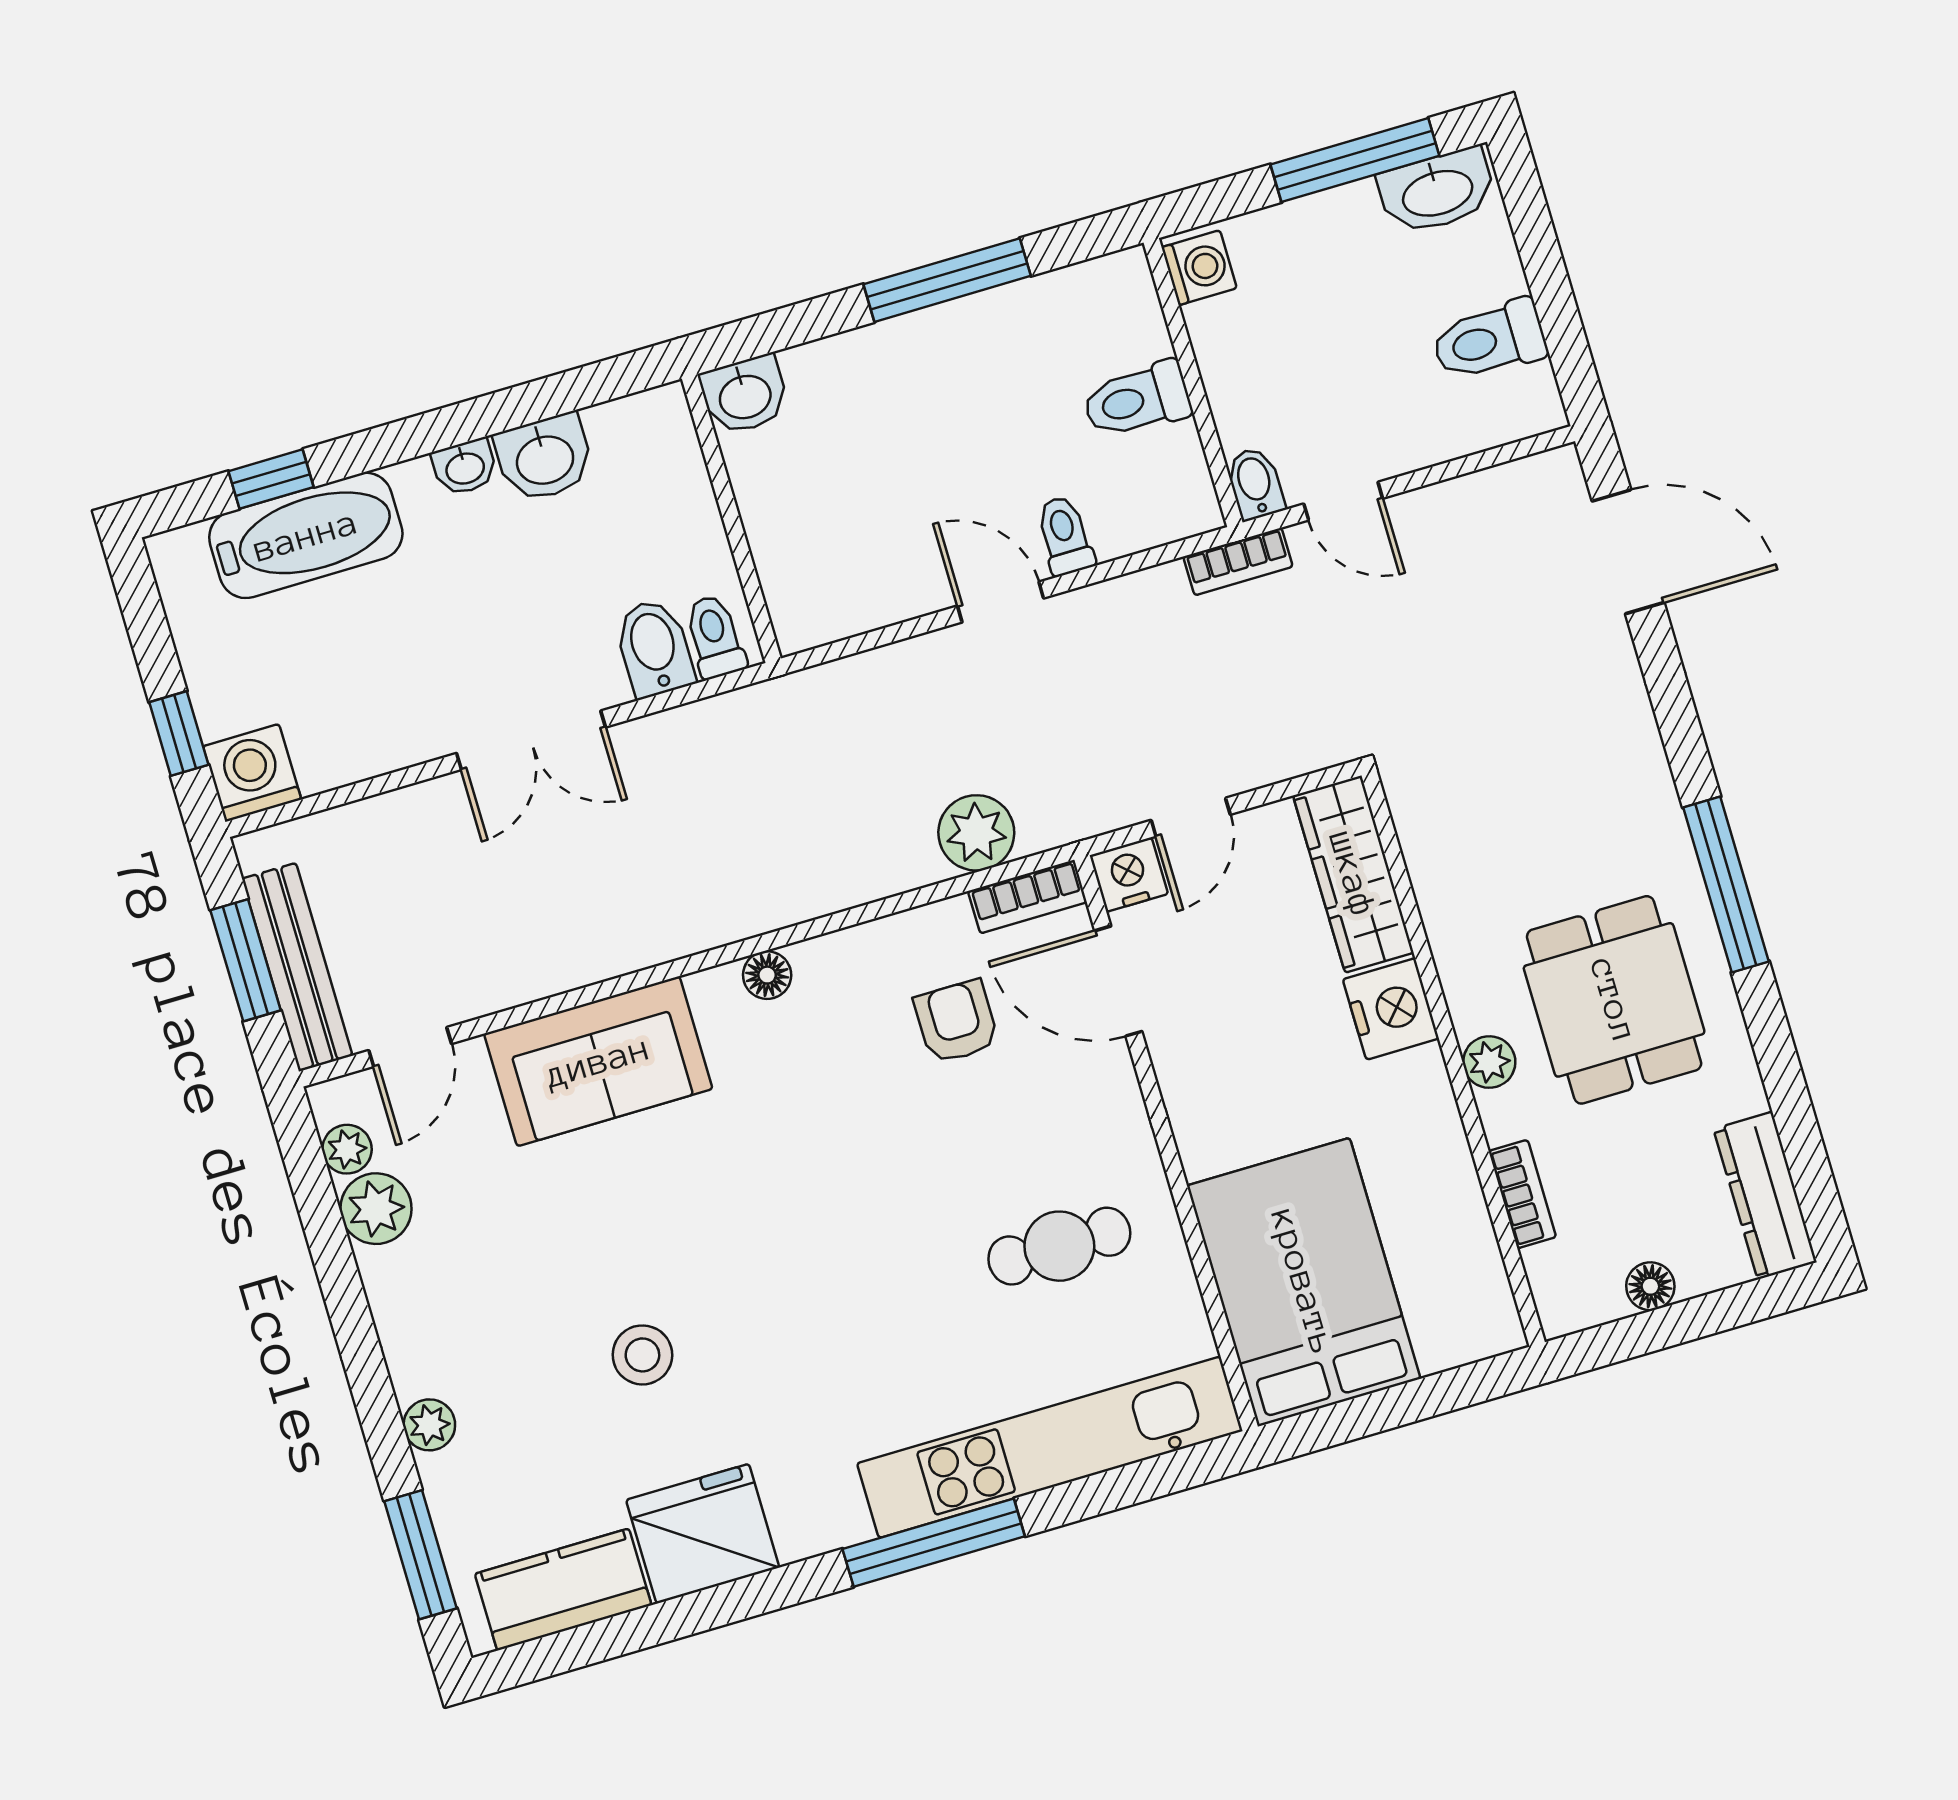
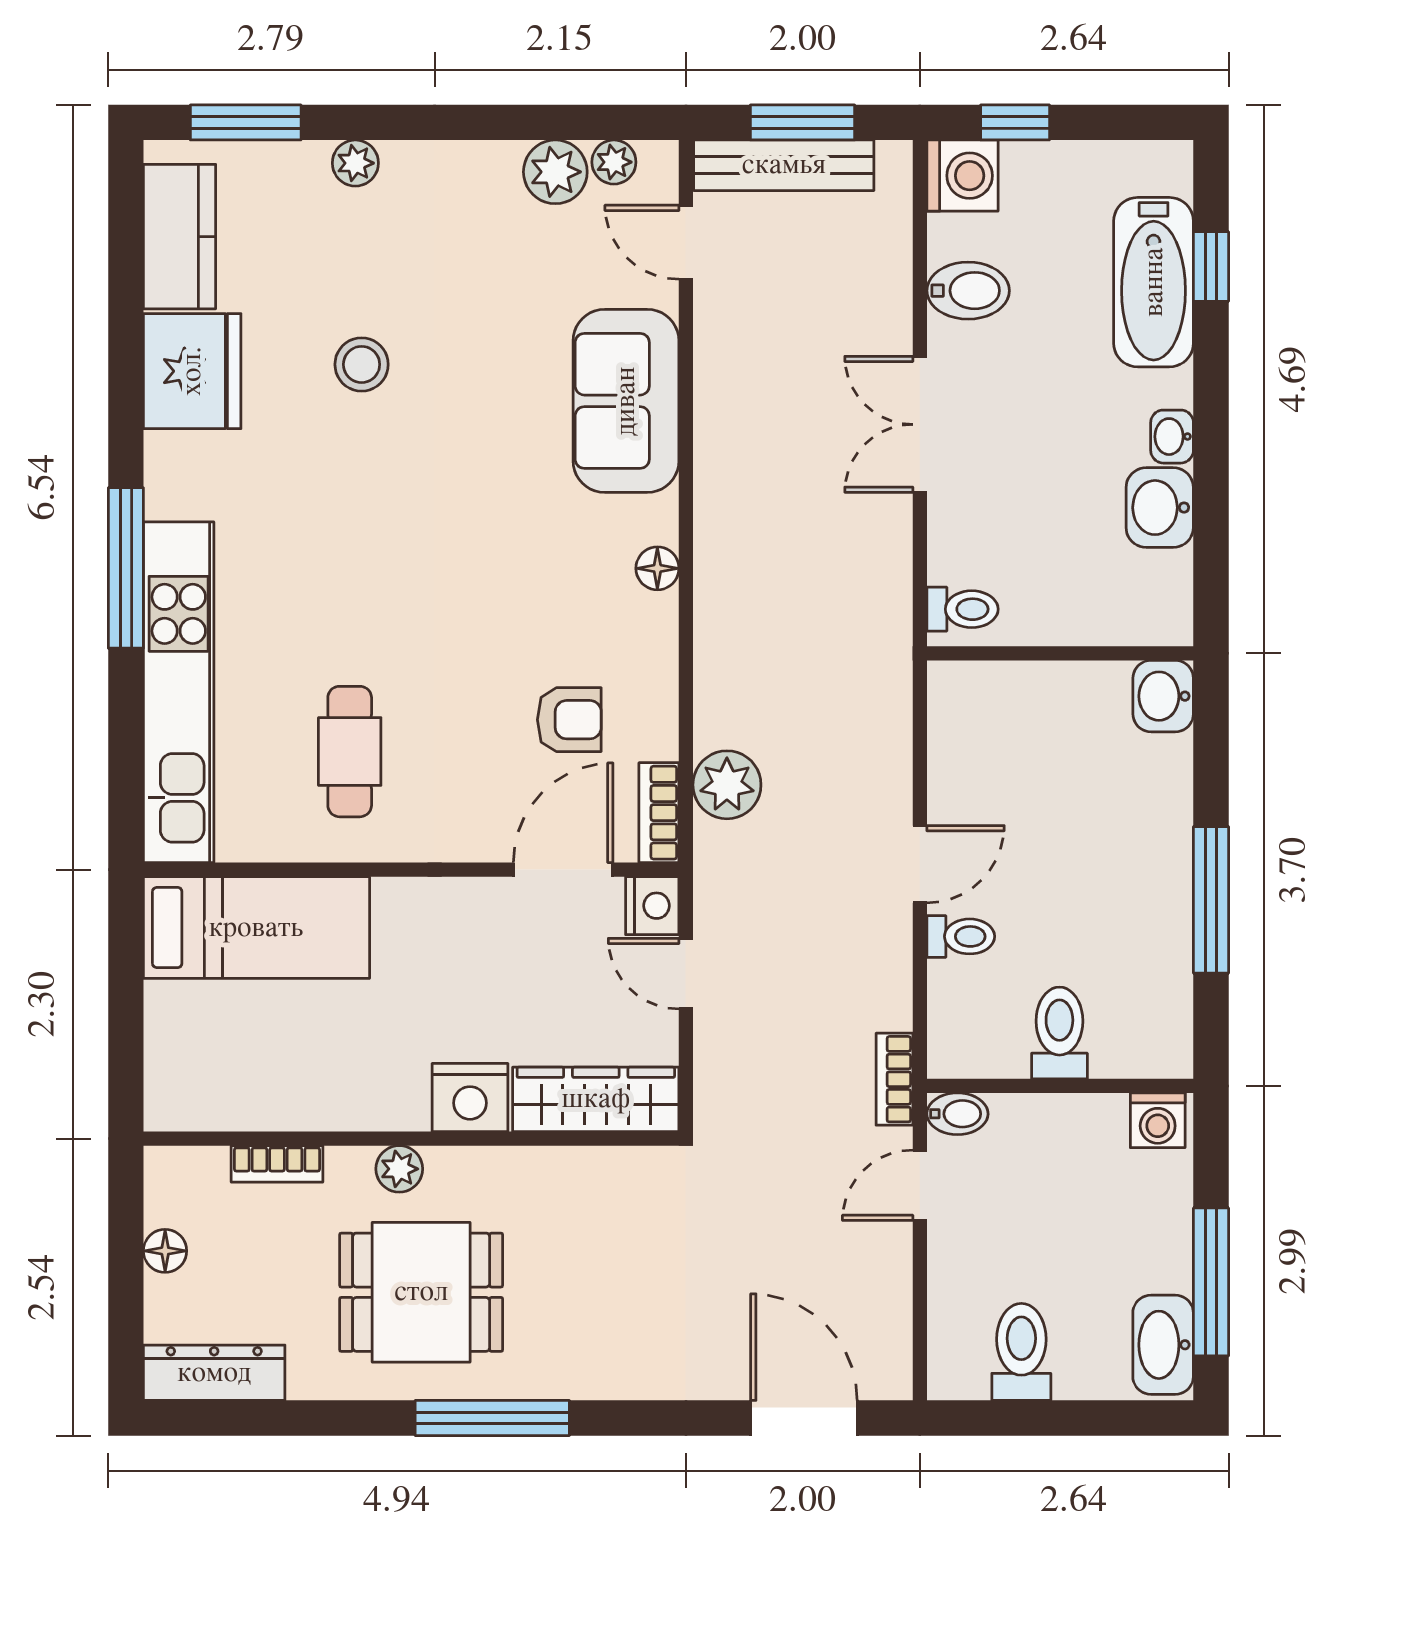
door: (1628, 552) -> (804, 1418), swing flipped
bidet: (654, 648) -> (968, 291), moved
bed: (1304, 1282) -> (256, 928), width x0.67

